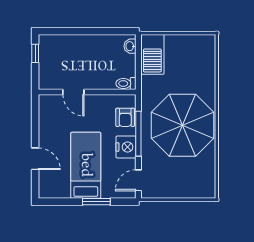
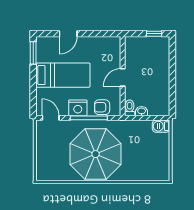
washbasin: (130, 46) -> (142, 111), moved
barbecue: (152, 54) -> (161, 126), width x0.53, depth x0.65
door: (73, 92) -> (123, 77), moved
window: (96, 202) -> (33, 53), moved

